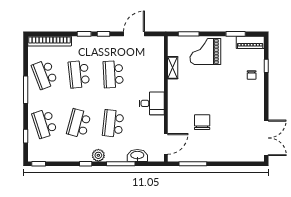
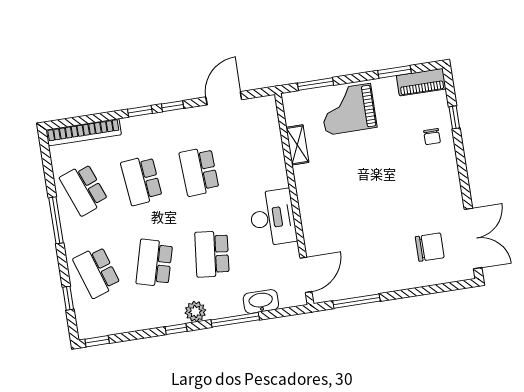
desk: (152, 103) -> (273, 218), width x1.37
chair: (202, 122) -> (430, 247), moved, turned 90

